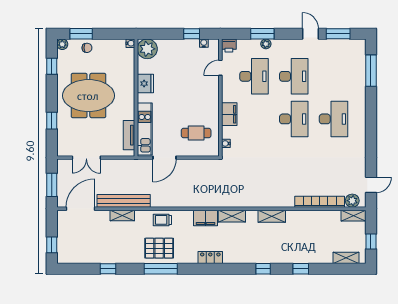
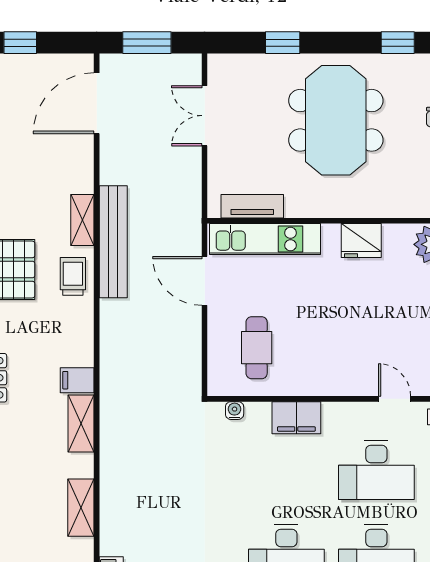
bench: (124, 201) -> (113, 242), moved
door: (80, 209) -> (97, 103), swing flipped
shelving: (122, 215) -> (82, 220), moved
filing cabinet: (206, 218) -> (77, 380), width x0.50

